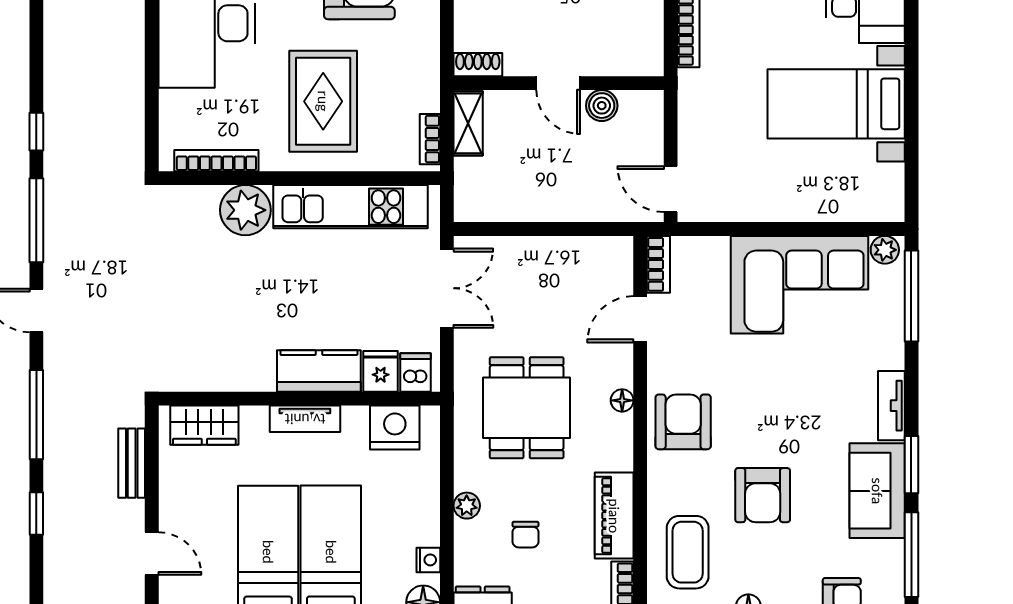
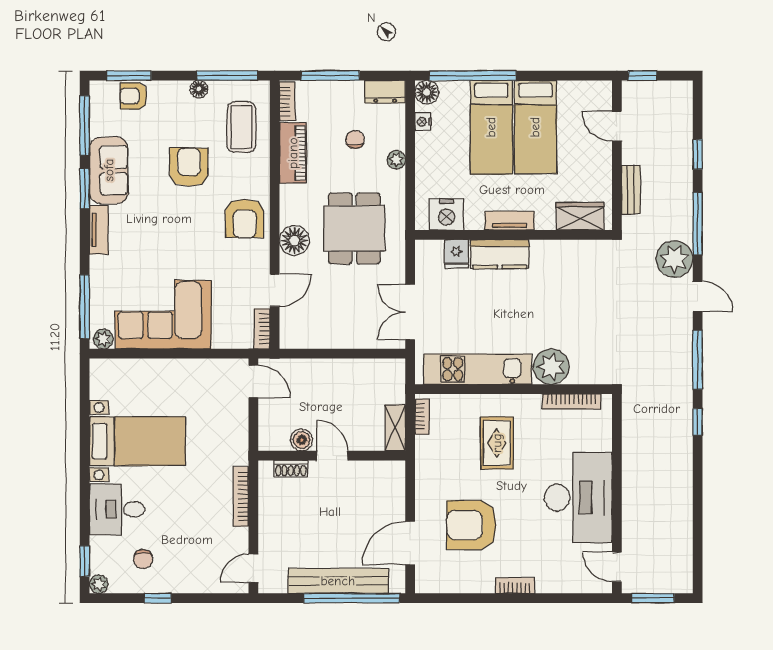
shoe rack: (478, 65) -> (291, 469), moved
rug: (323, 101) -> (497, 443), width x0.73, depth x0.70
plant: (69, 364) -> (674, 259), added
dishwasher: (415, 372) -> (432, 253), removed
floor lamp: (622, 400) -> (294, 240), width x1.89, depth x1.89

